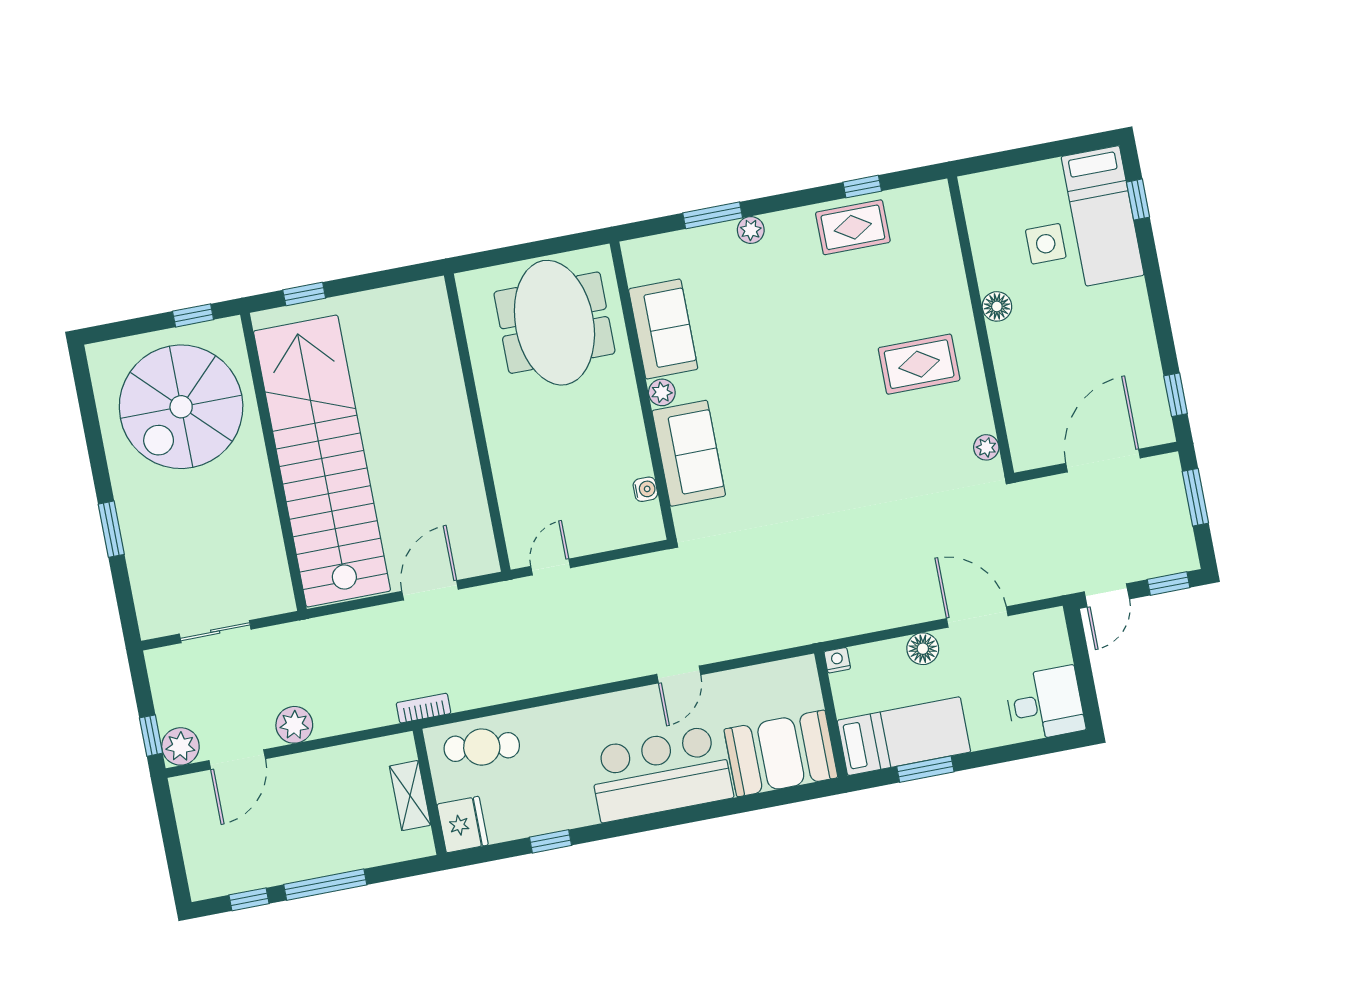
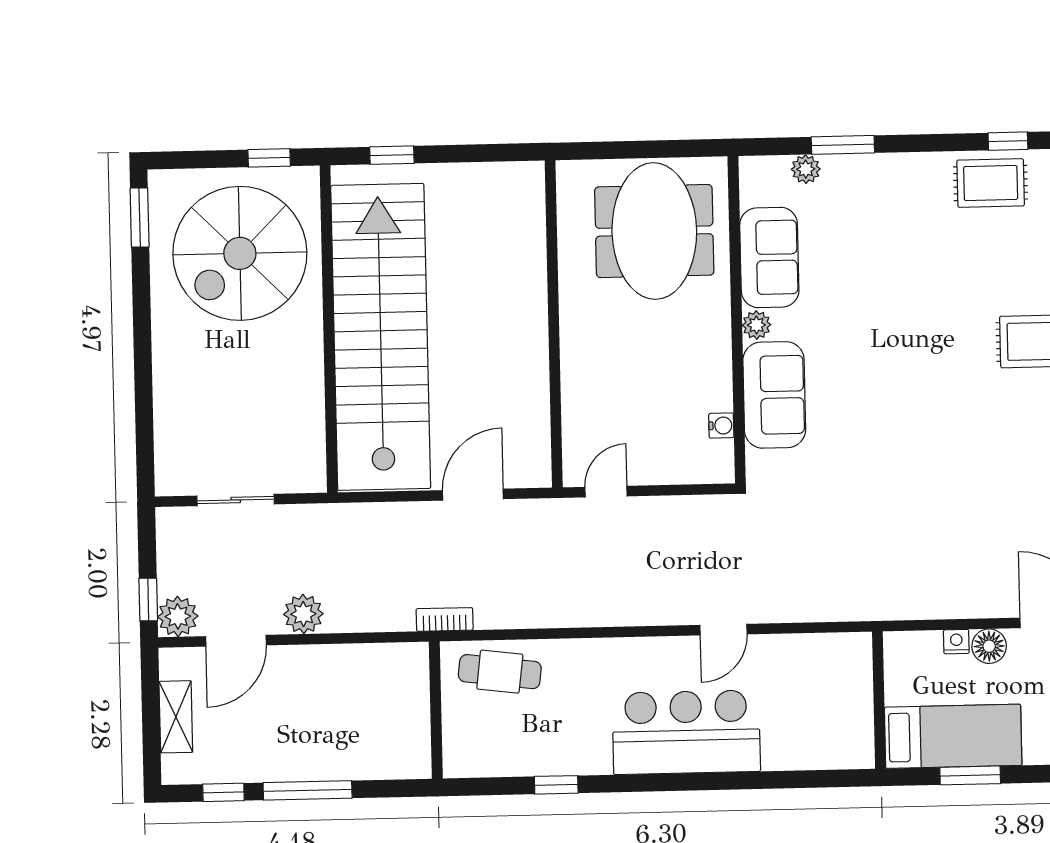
plant: (751, 230) -> (806, 169), moved
window: (111, 529) -> (140, 217), moved
nightstand: (837, 660) -> (956, 642), moved
booth: (781, 753) -> (818, 733), removed
shelving: (410, 796) -> (176, 717), moved
fridge: (463, 825) -> (465, 751), removed

